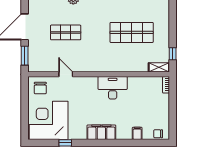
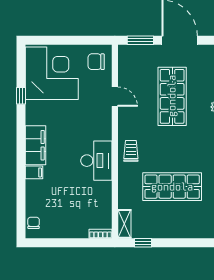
shop shelf: (66, 32) -> (172, 96), width x1.43, depth x1.36
shop shelf: (132, 32) -> (172, 187), turned 90
trolley: (106, 63) -> (131, 151), added
door: (66, 74) -> (115, 97), hinge flipped
filing cabinet: (137, 133) -> (34, 172), moved

